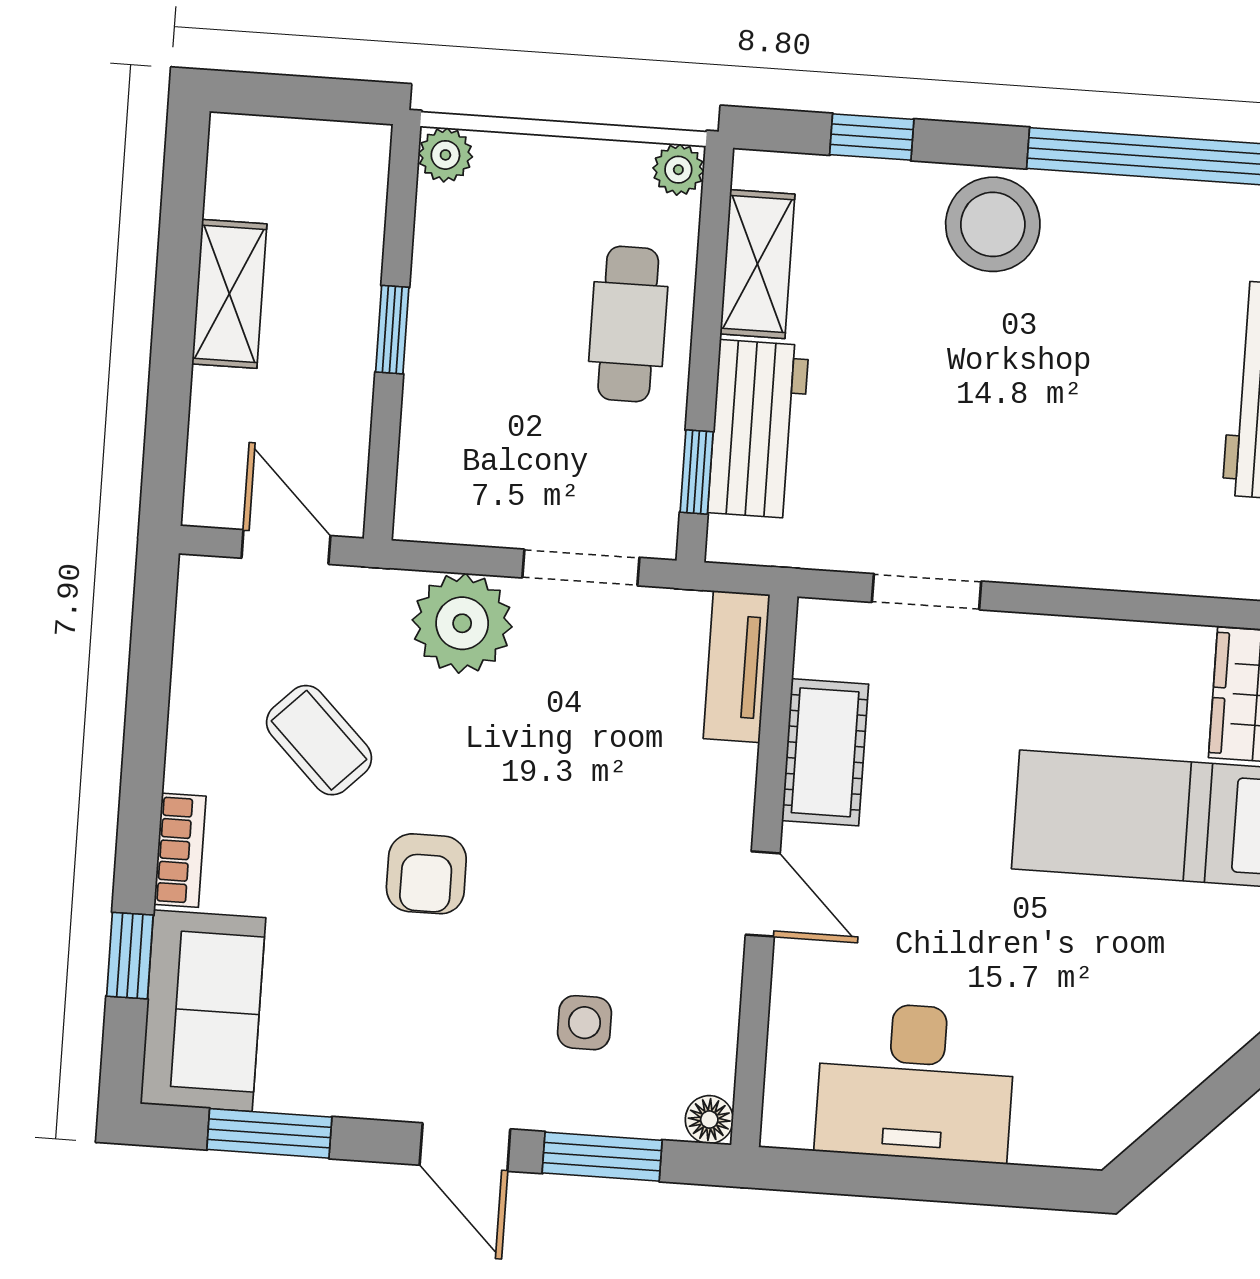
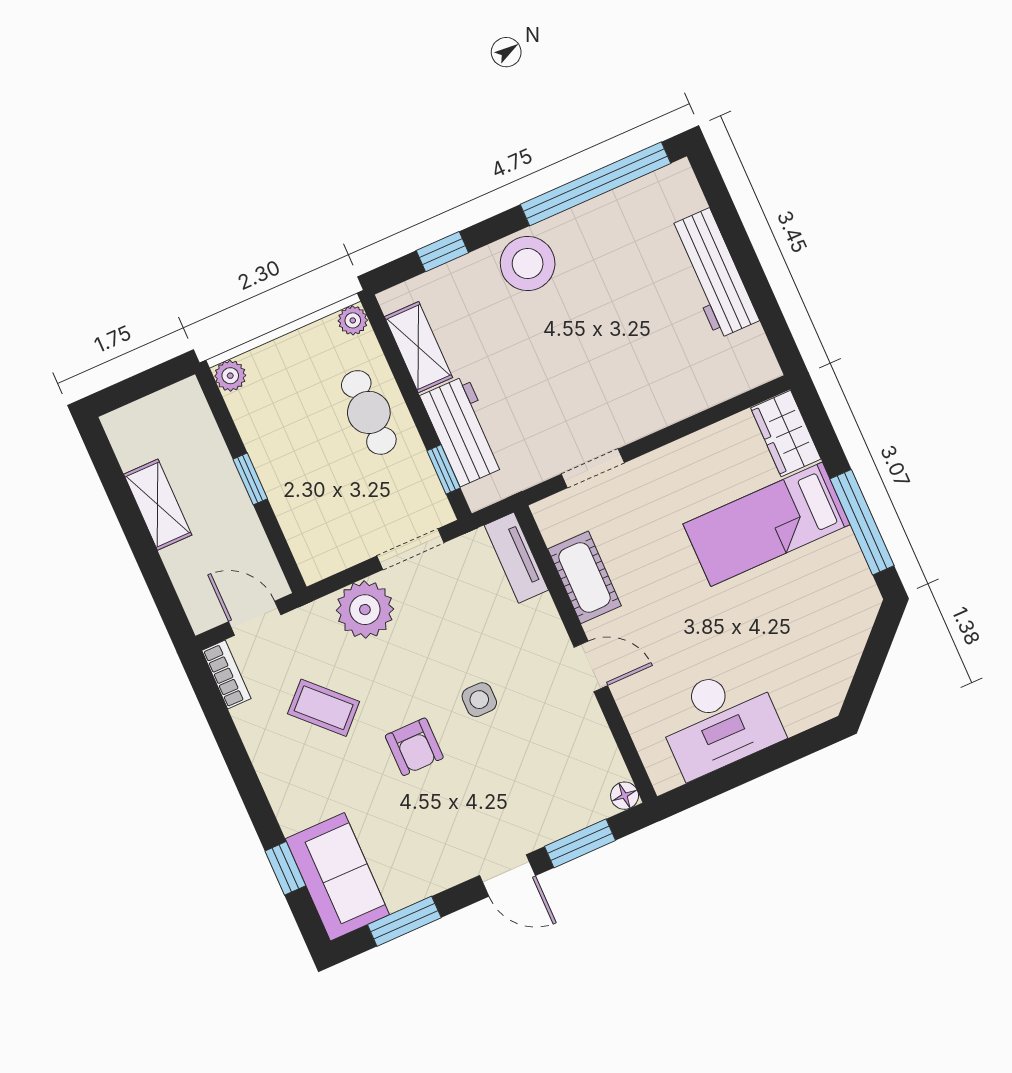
bookcase: (180, 850) -> (226, 674), moved
side table: (584, 1023) -> (479, 700), moved

